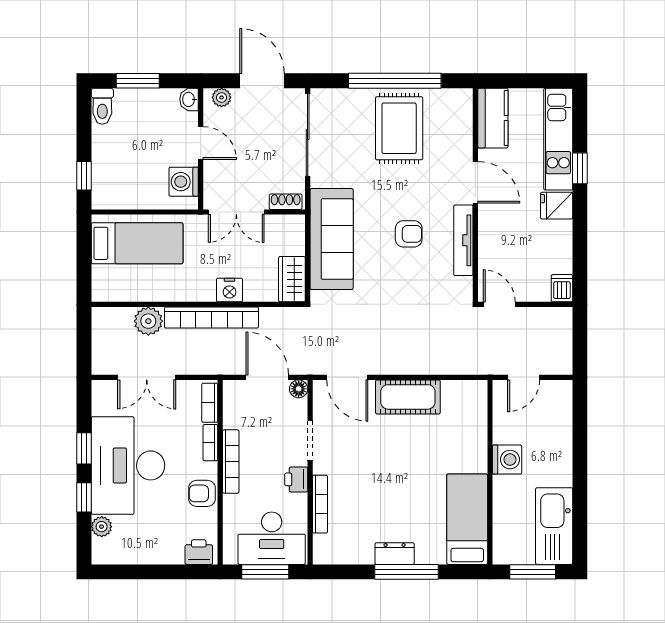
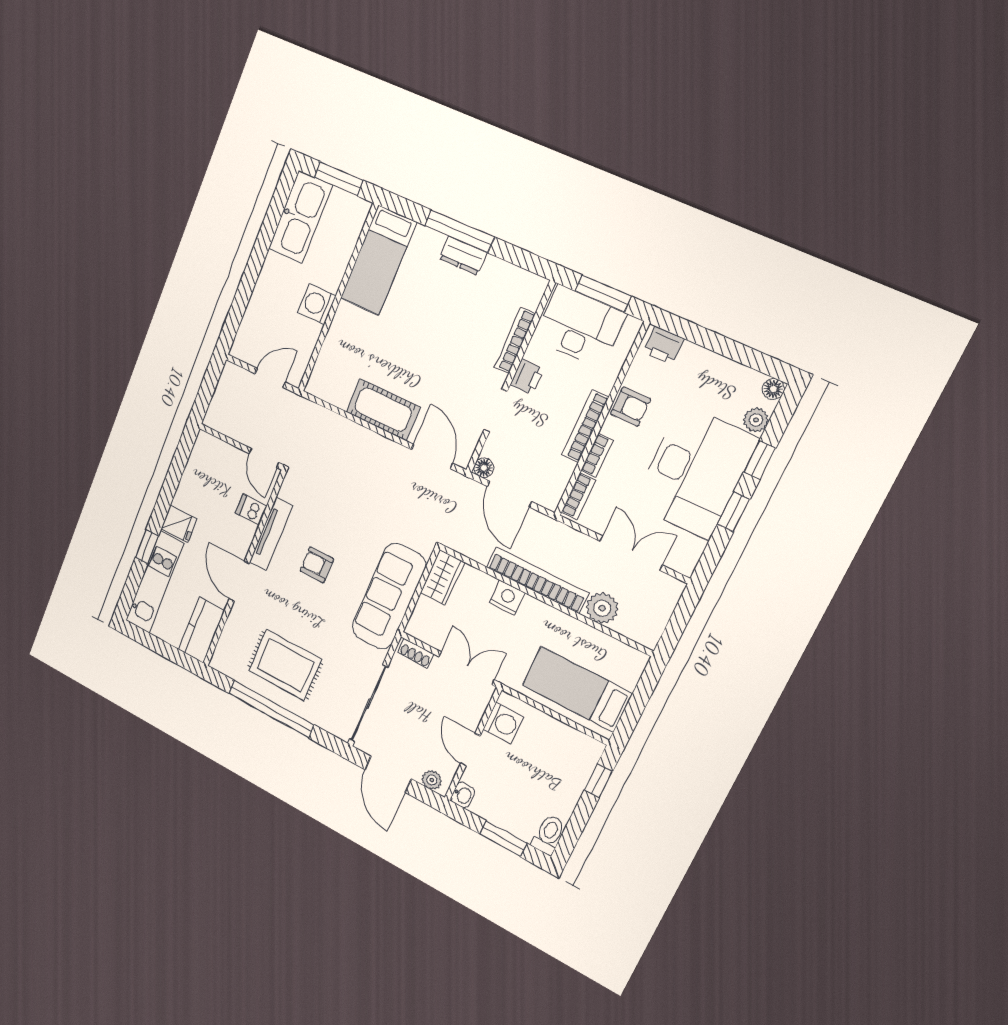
rug: (399, 128) -> (285, 665), turned 90
dishwasher: (562, 288) -> (251, 510), moved, turned 90
floor lamp: (100, 556) -> (773, 389), added

